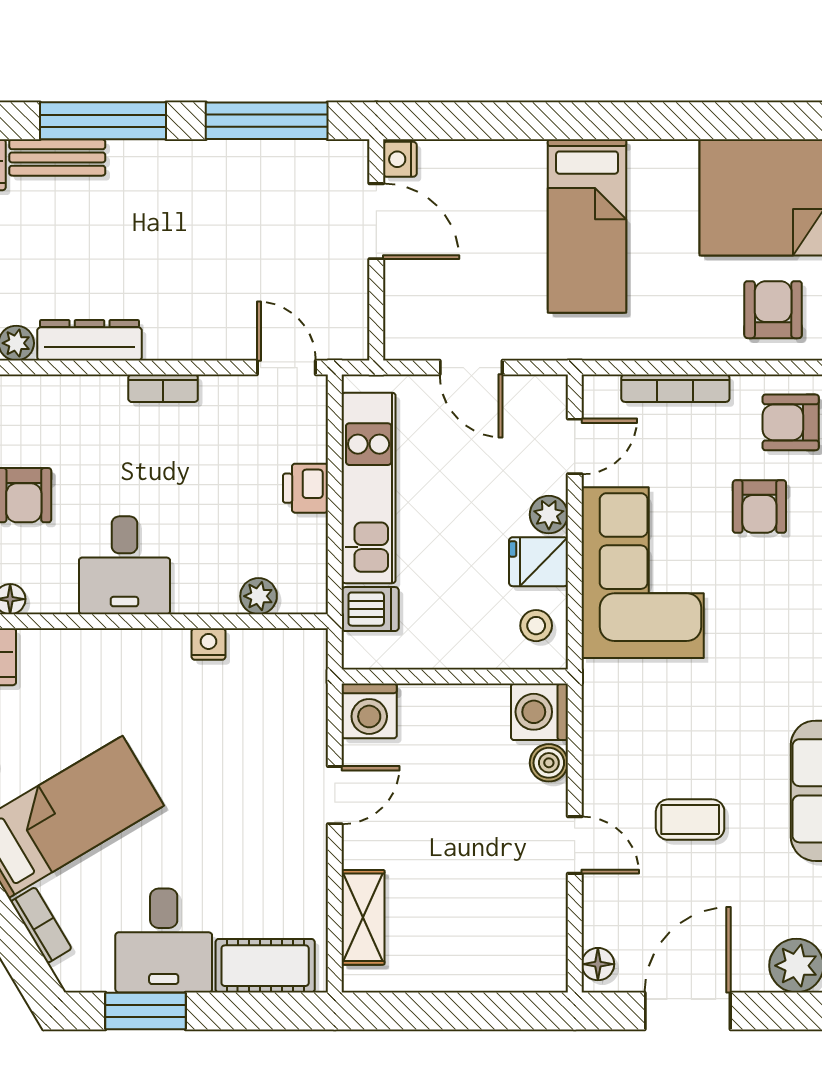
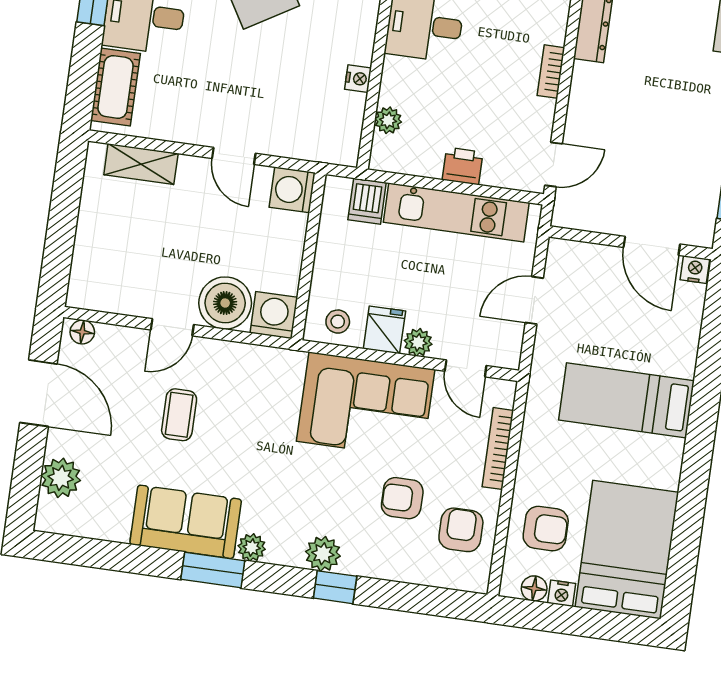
door: (376, 221) -> (652, 246), hinge flipped
boiler: (549, 763) -> (225, 303), width x1.86, depth x1.86

